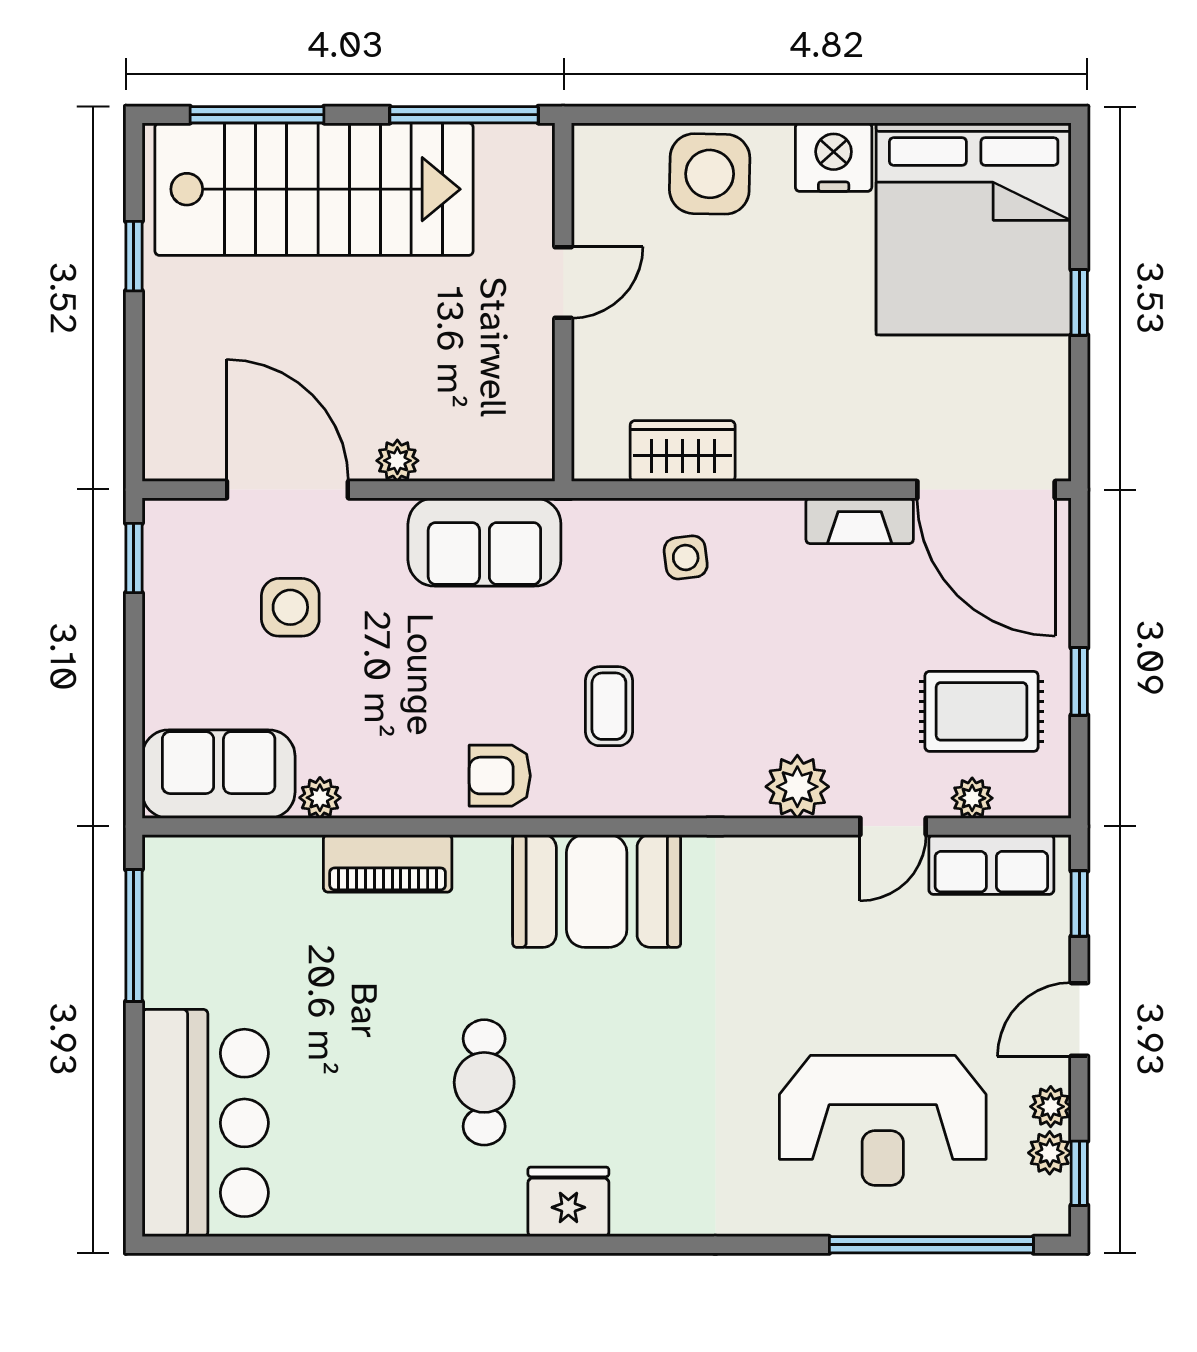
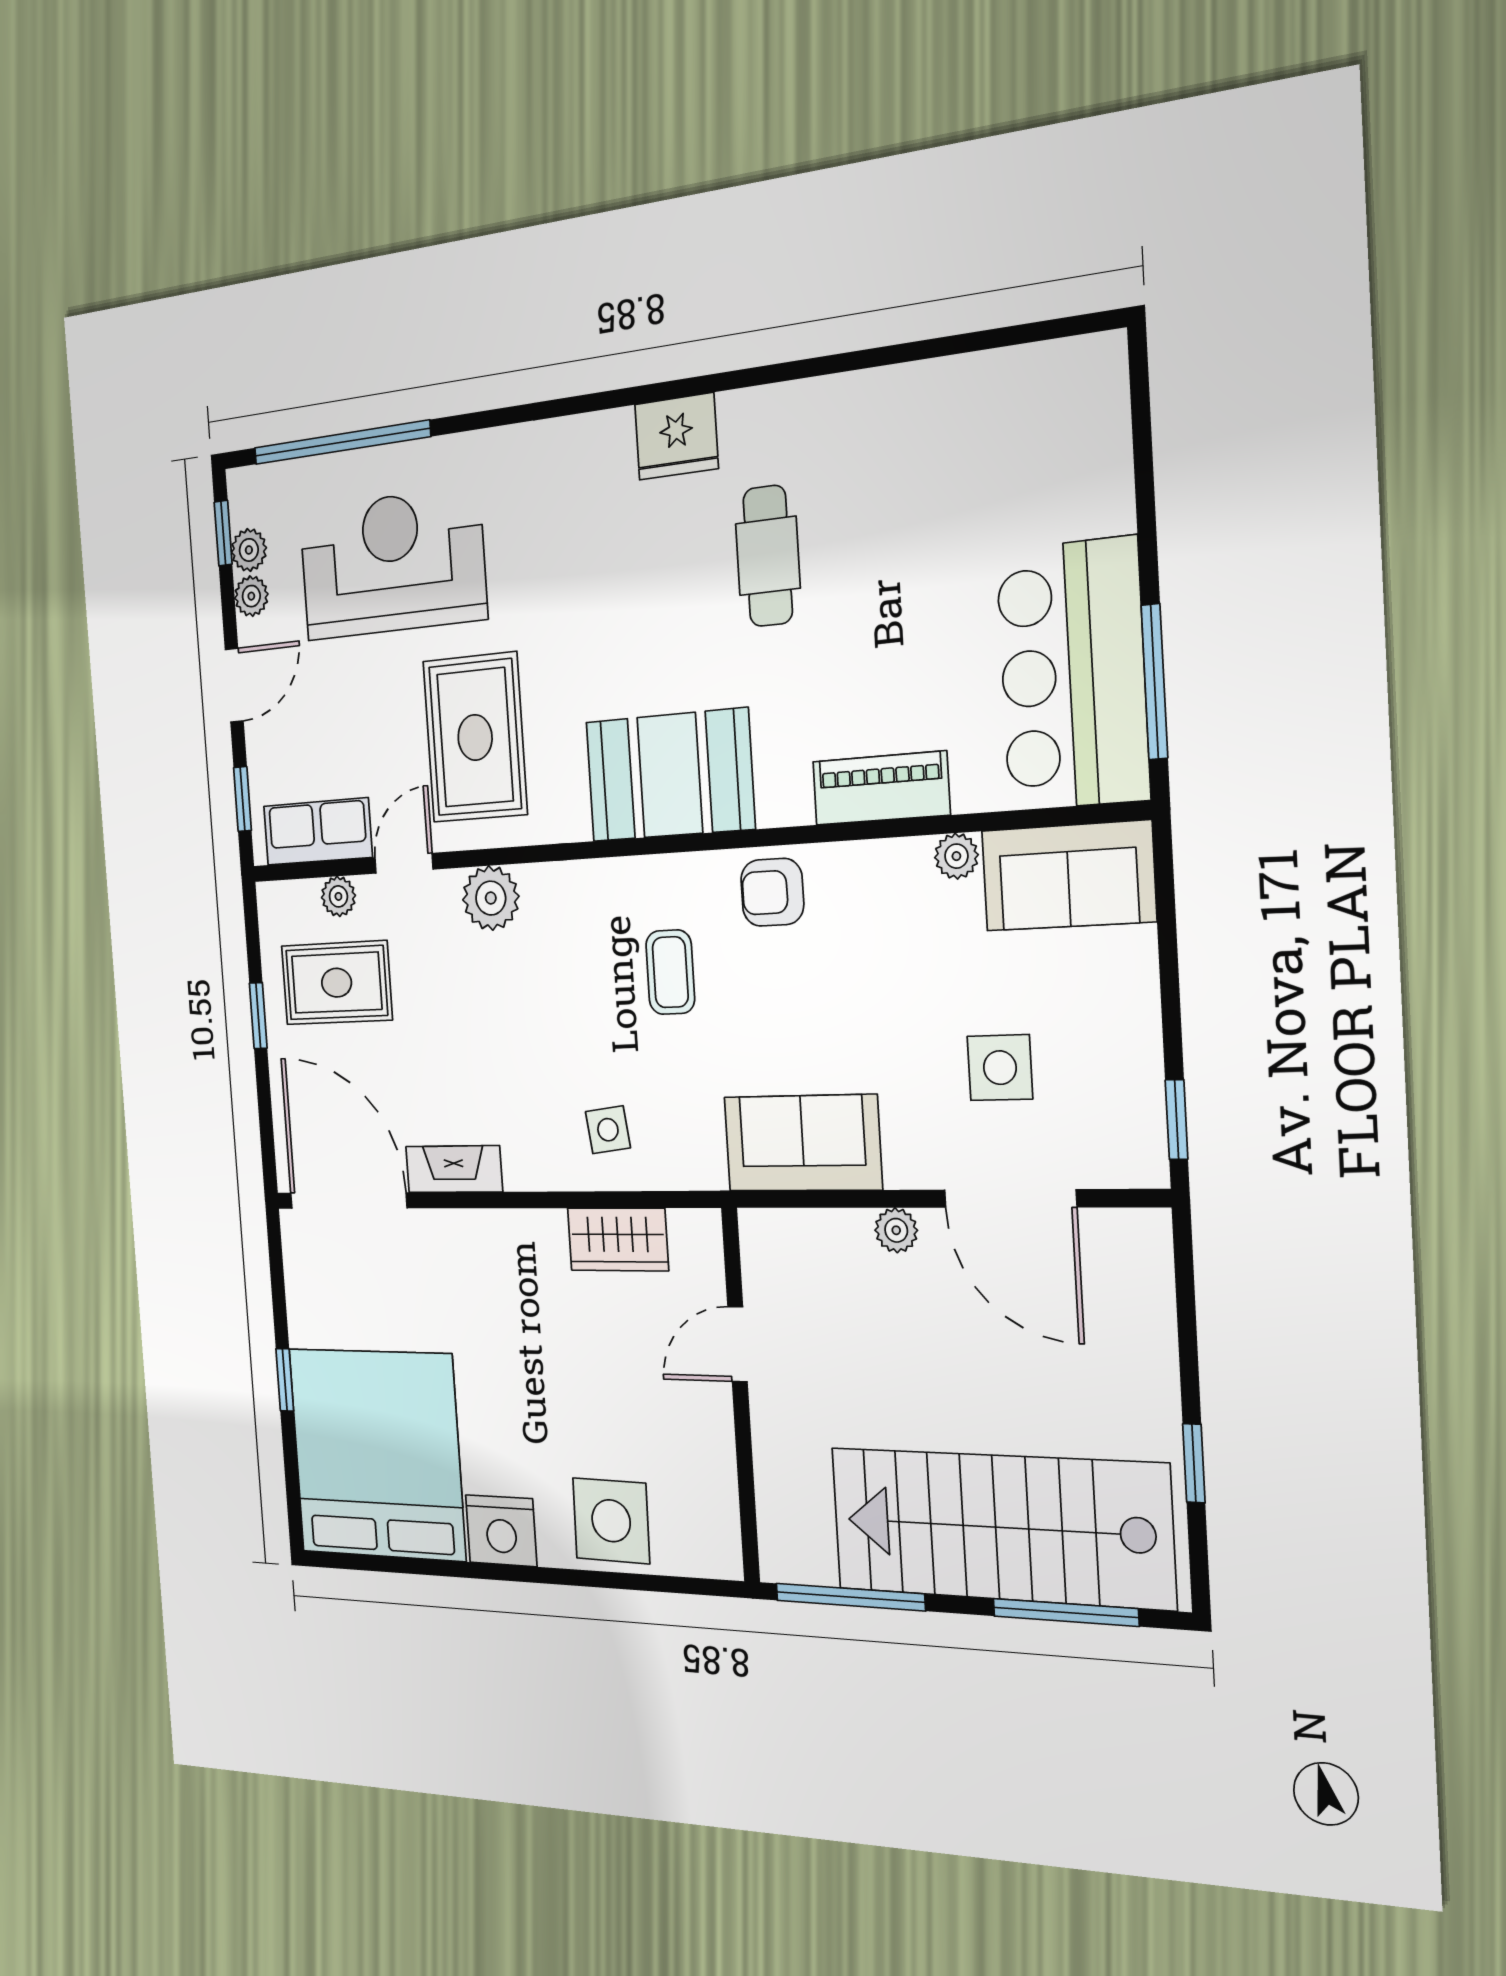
door: (563, 282) -> (737, 1344), moved
armchair: (500, 776) -> (772, 892), turned 180
rug: (803, 943) -> (475, 737), added
bar counter: (205, 1123) -> (1073, 675), moved

